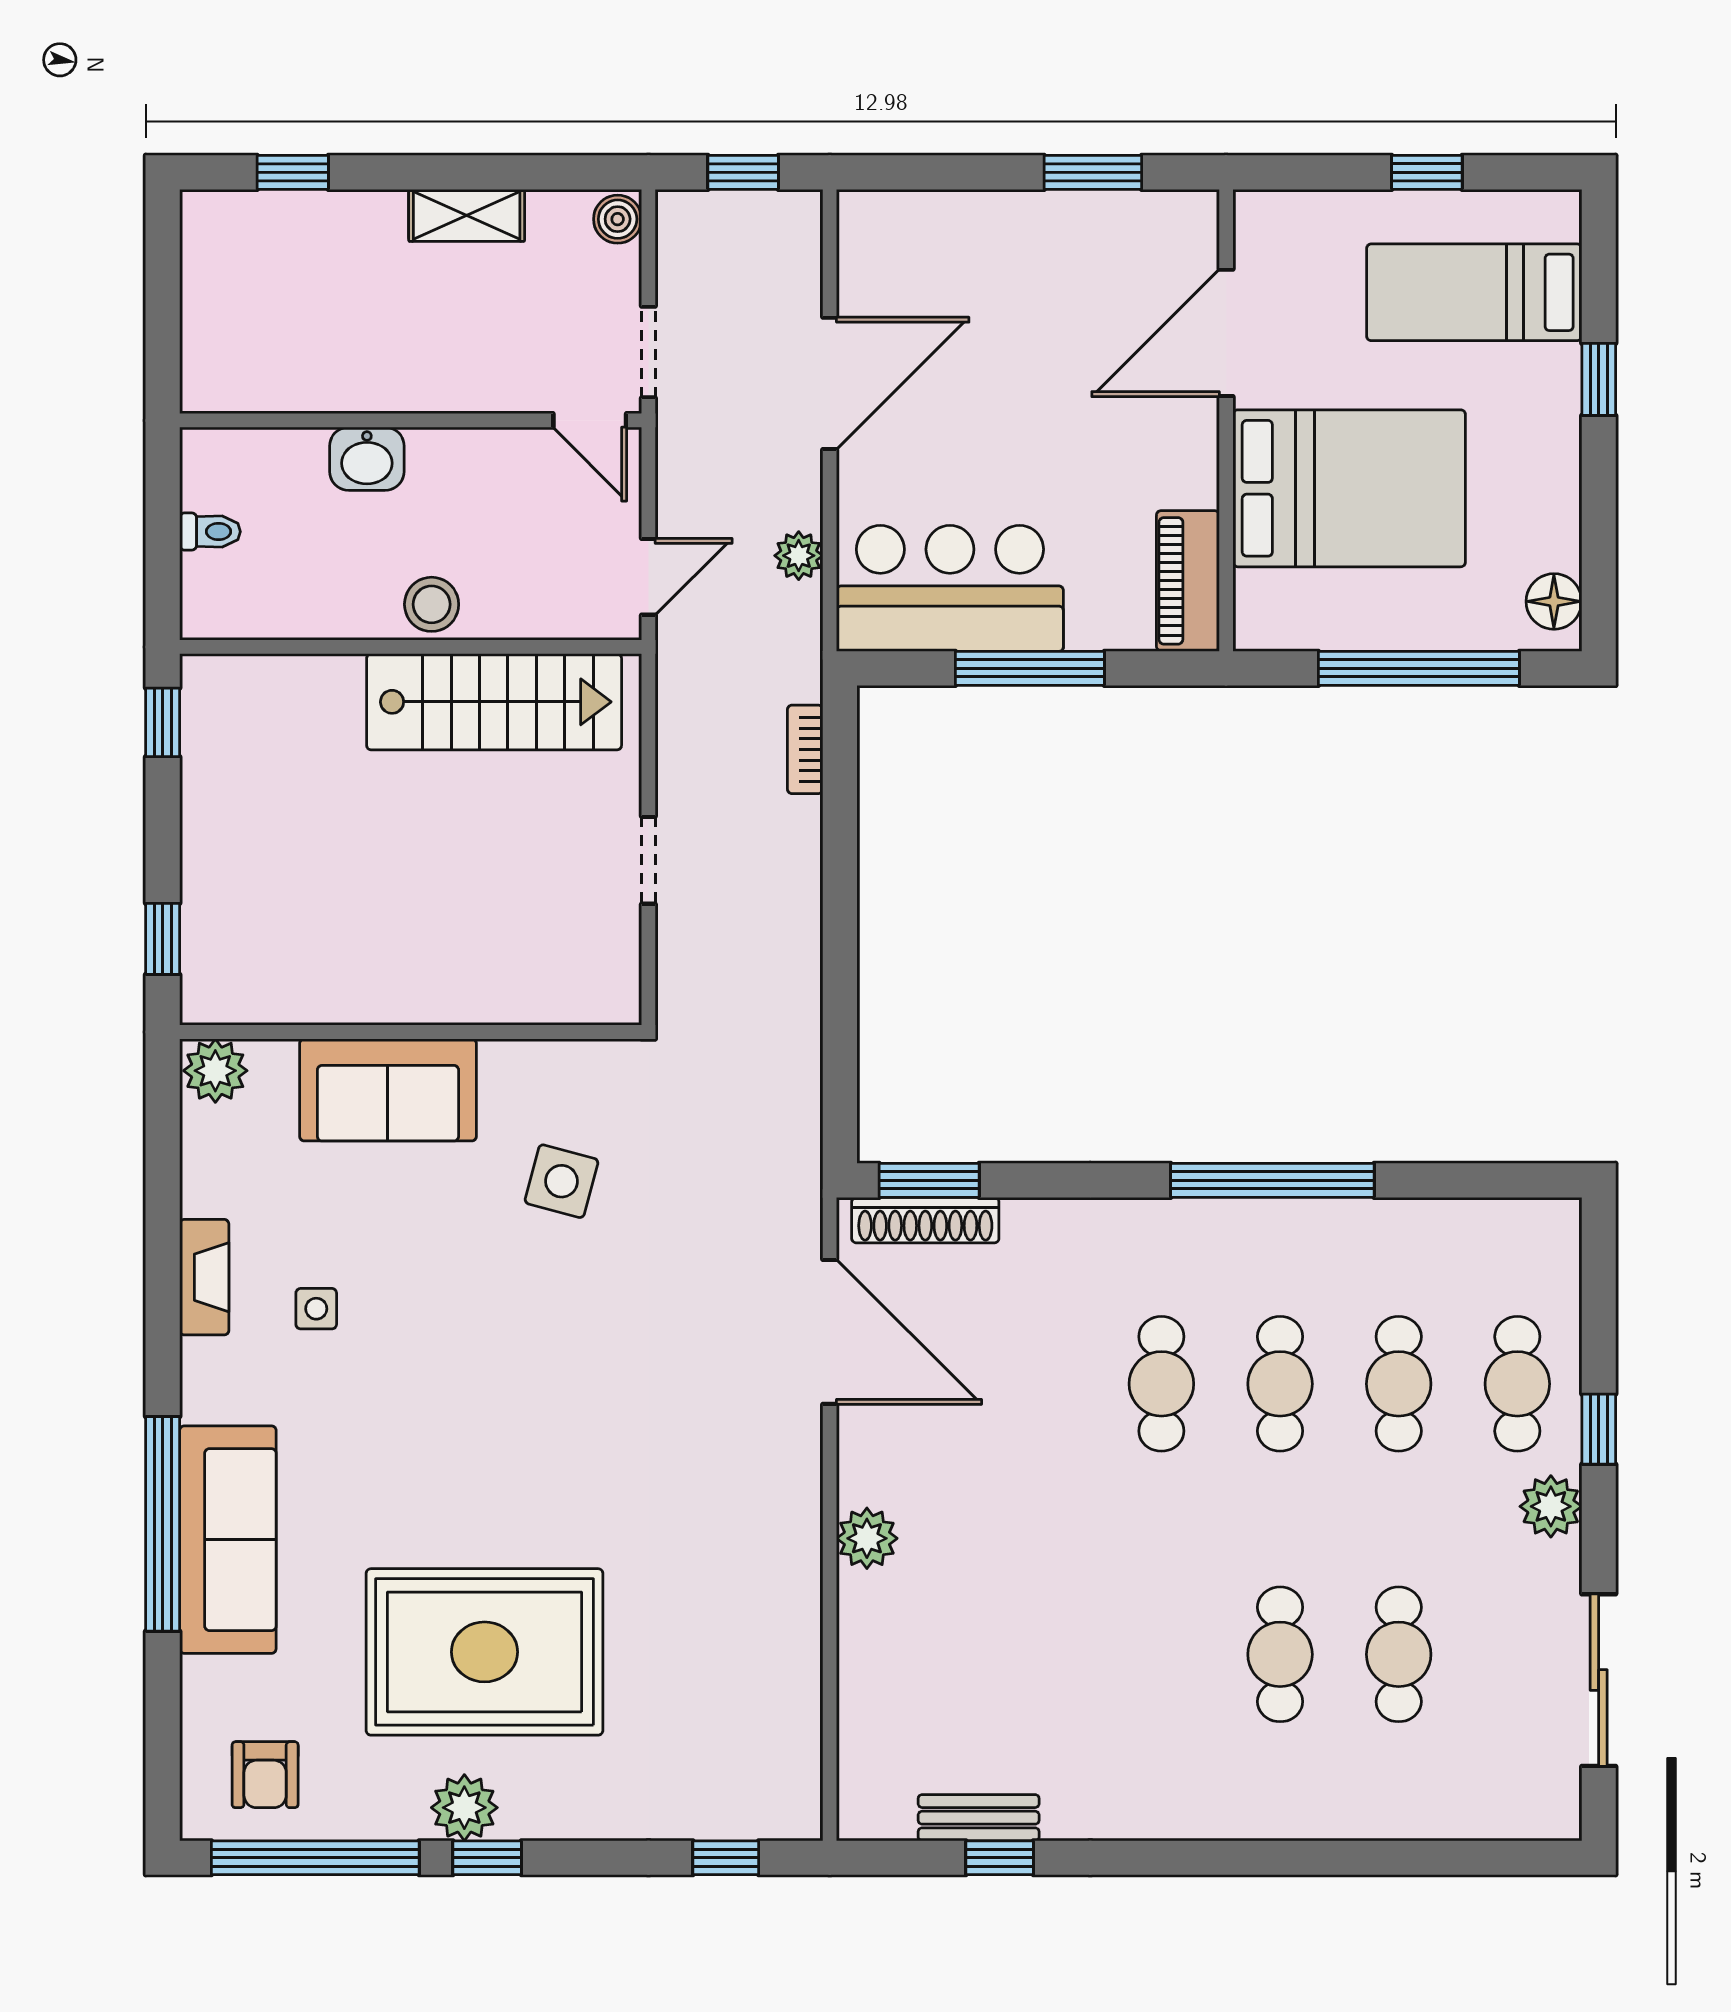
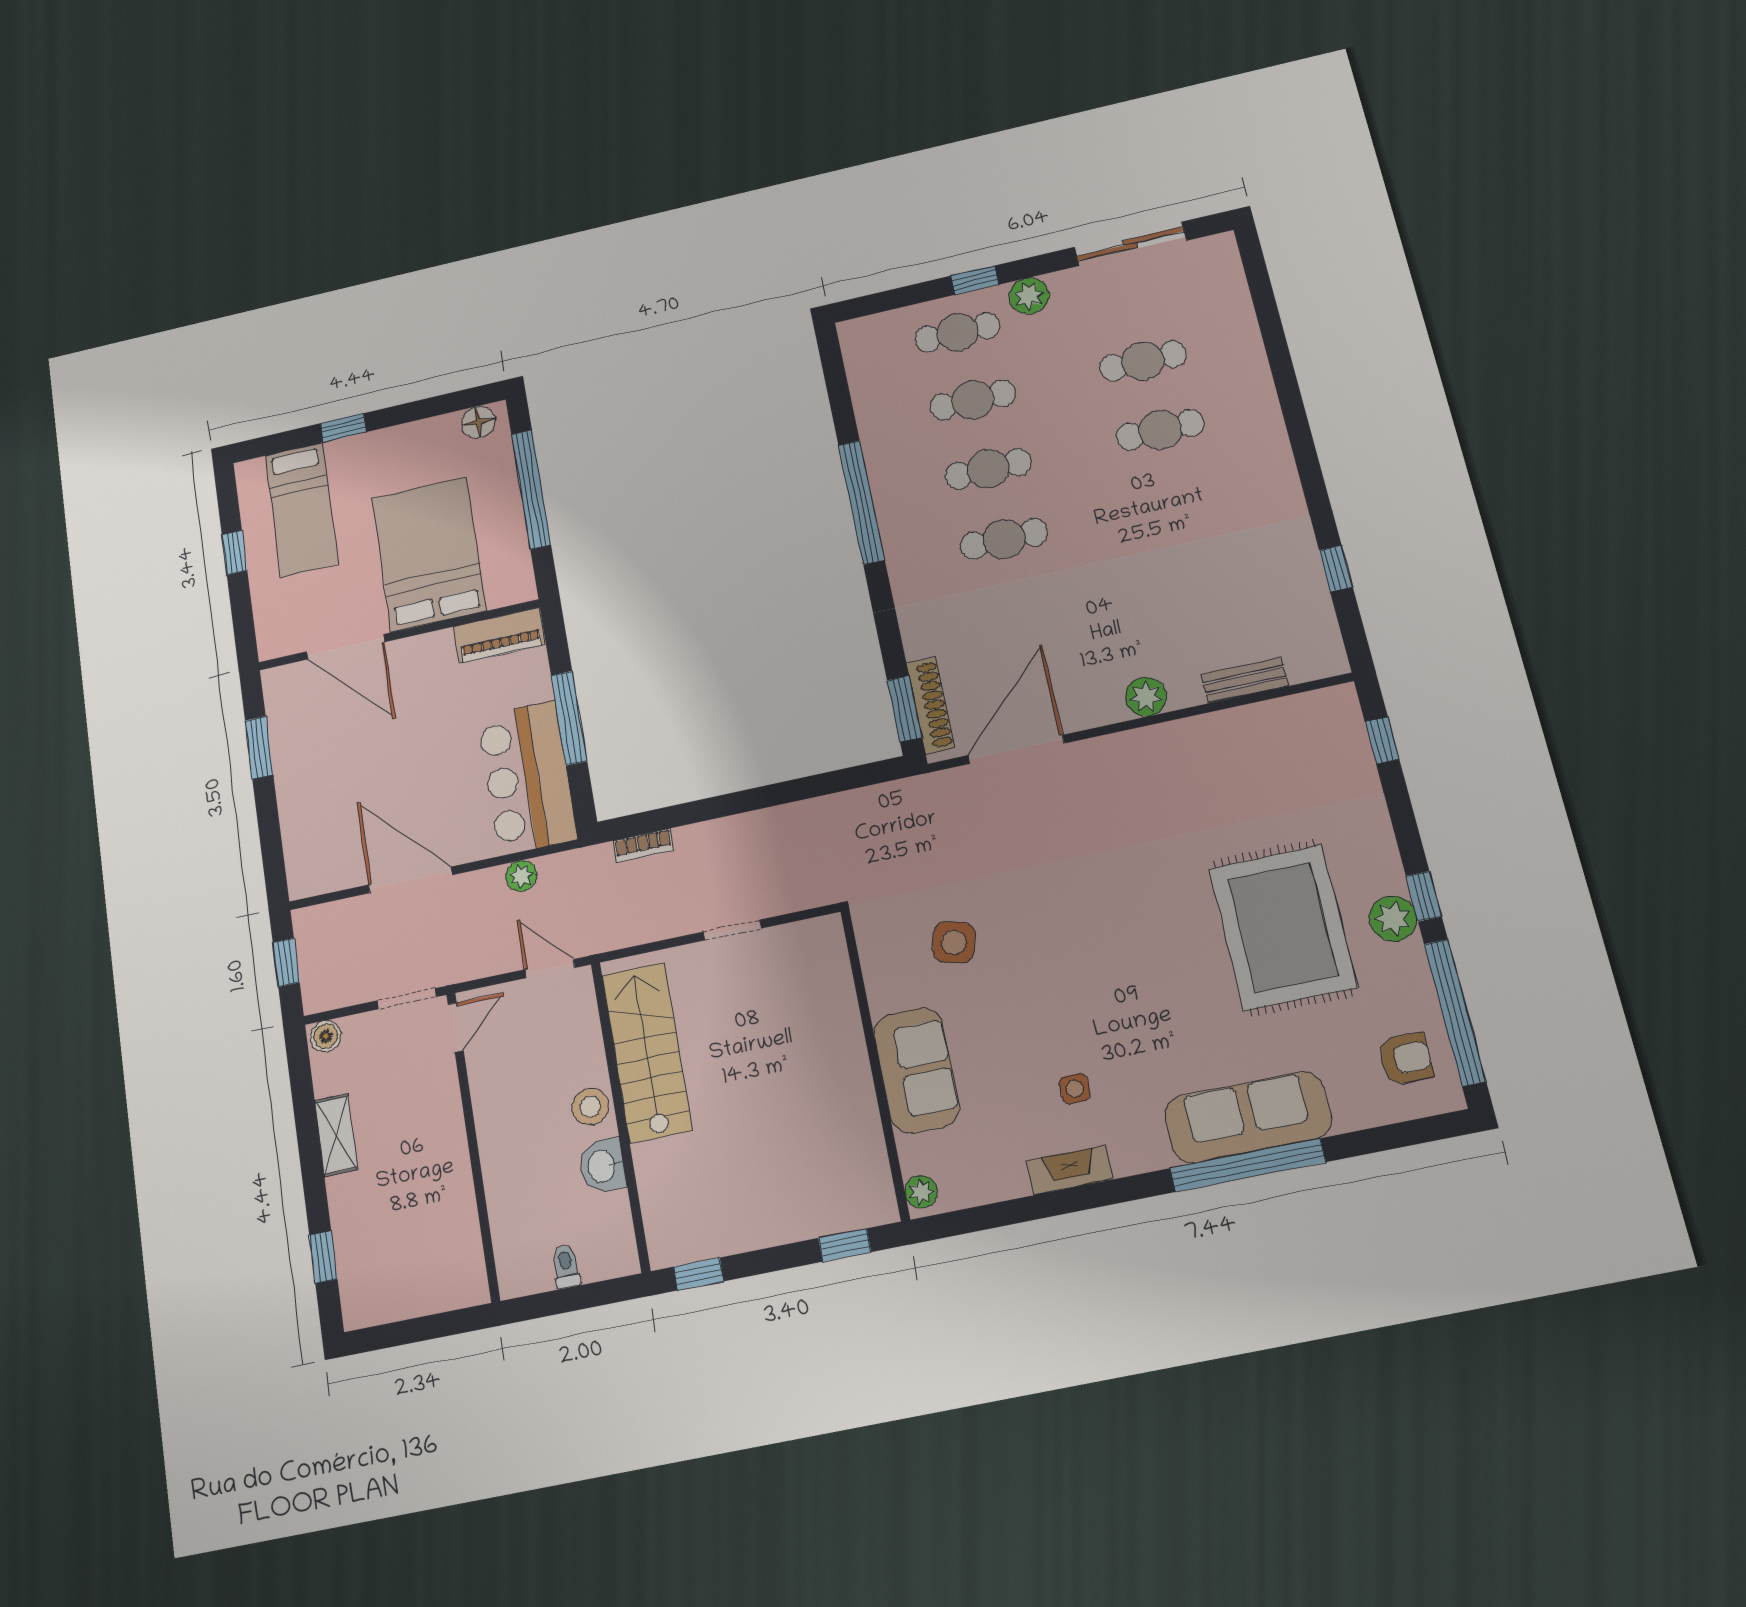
washbasin: (367, 459) -> (603, 1166), moved, turned 180
plant: (215, 1071) -> (921, 1192), width x0.73, depth x0.73
bench: (979, 1818) -> (1244, 680), moved, turned 90

